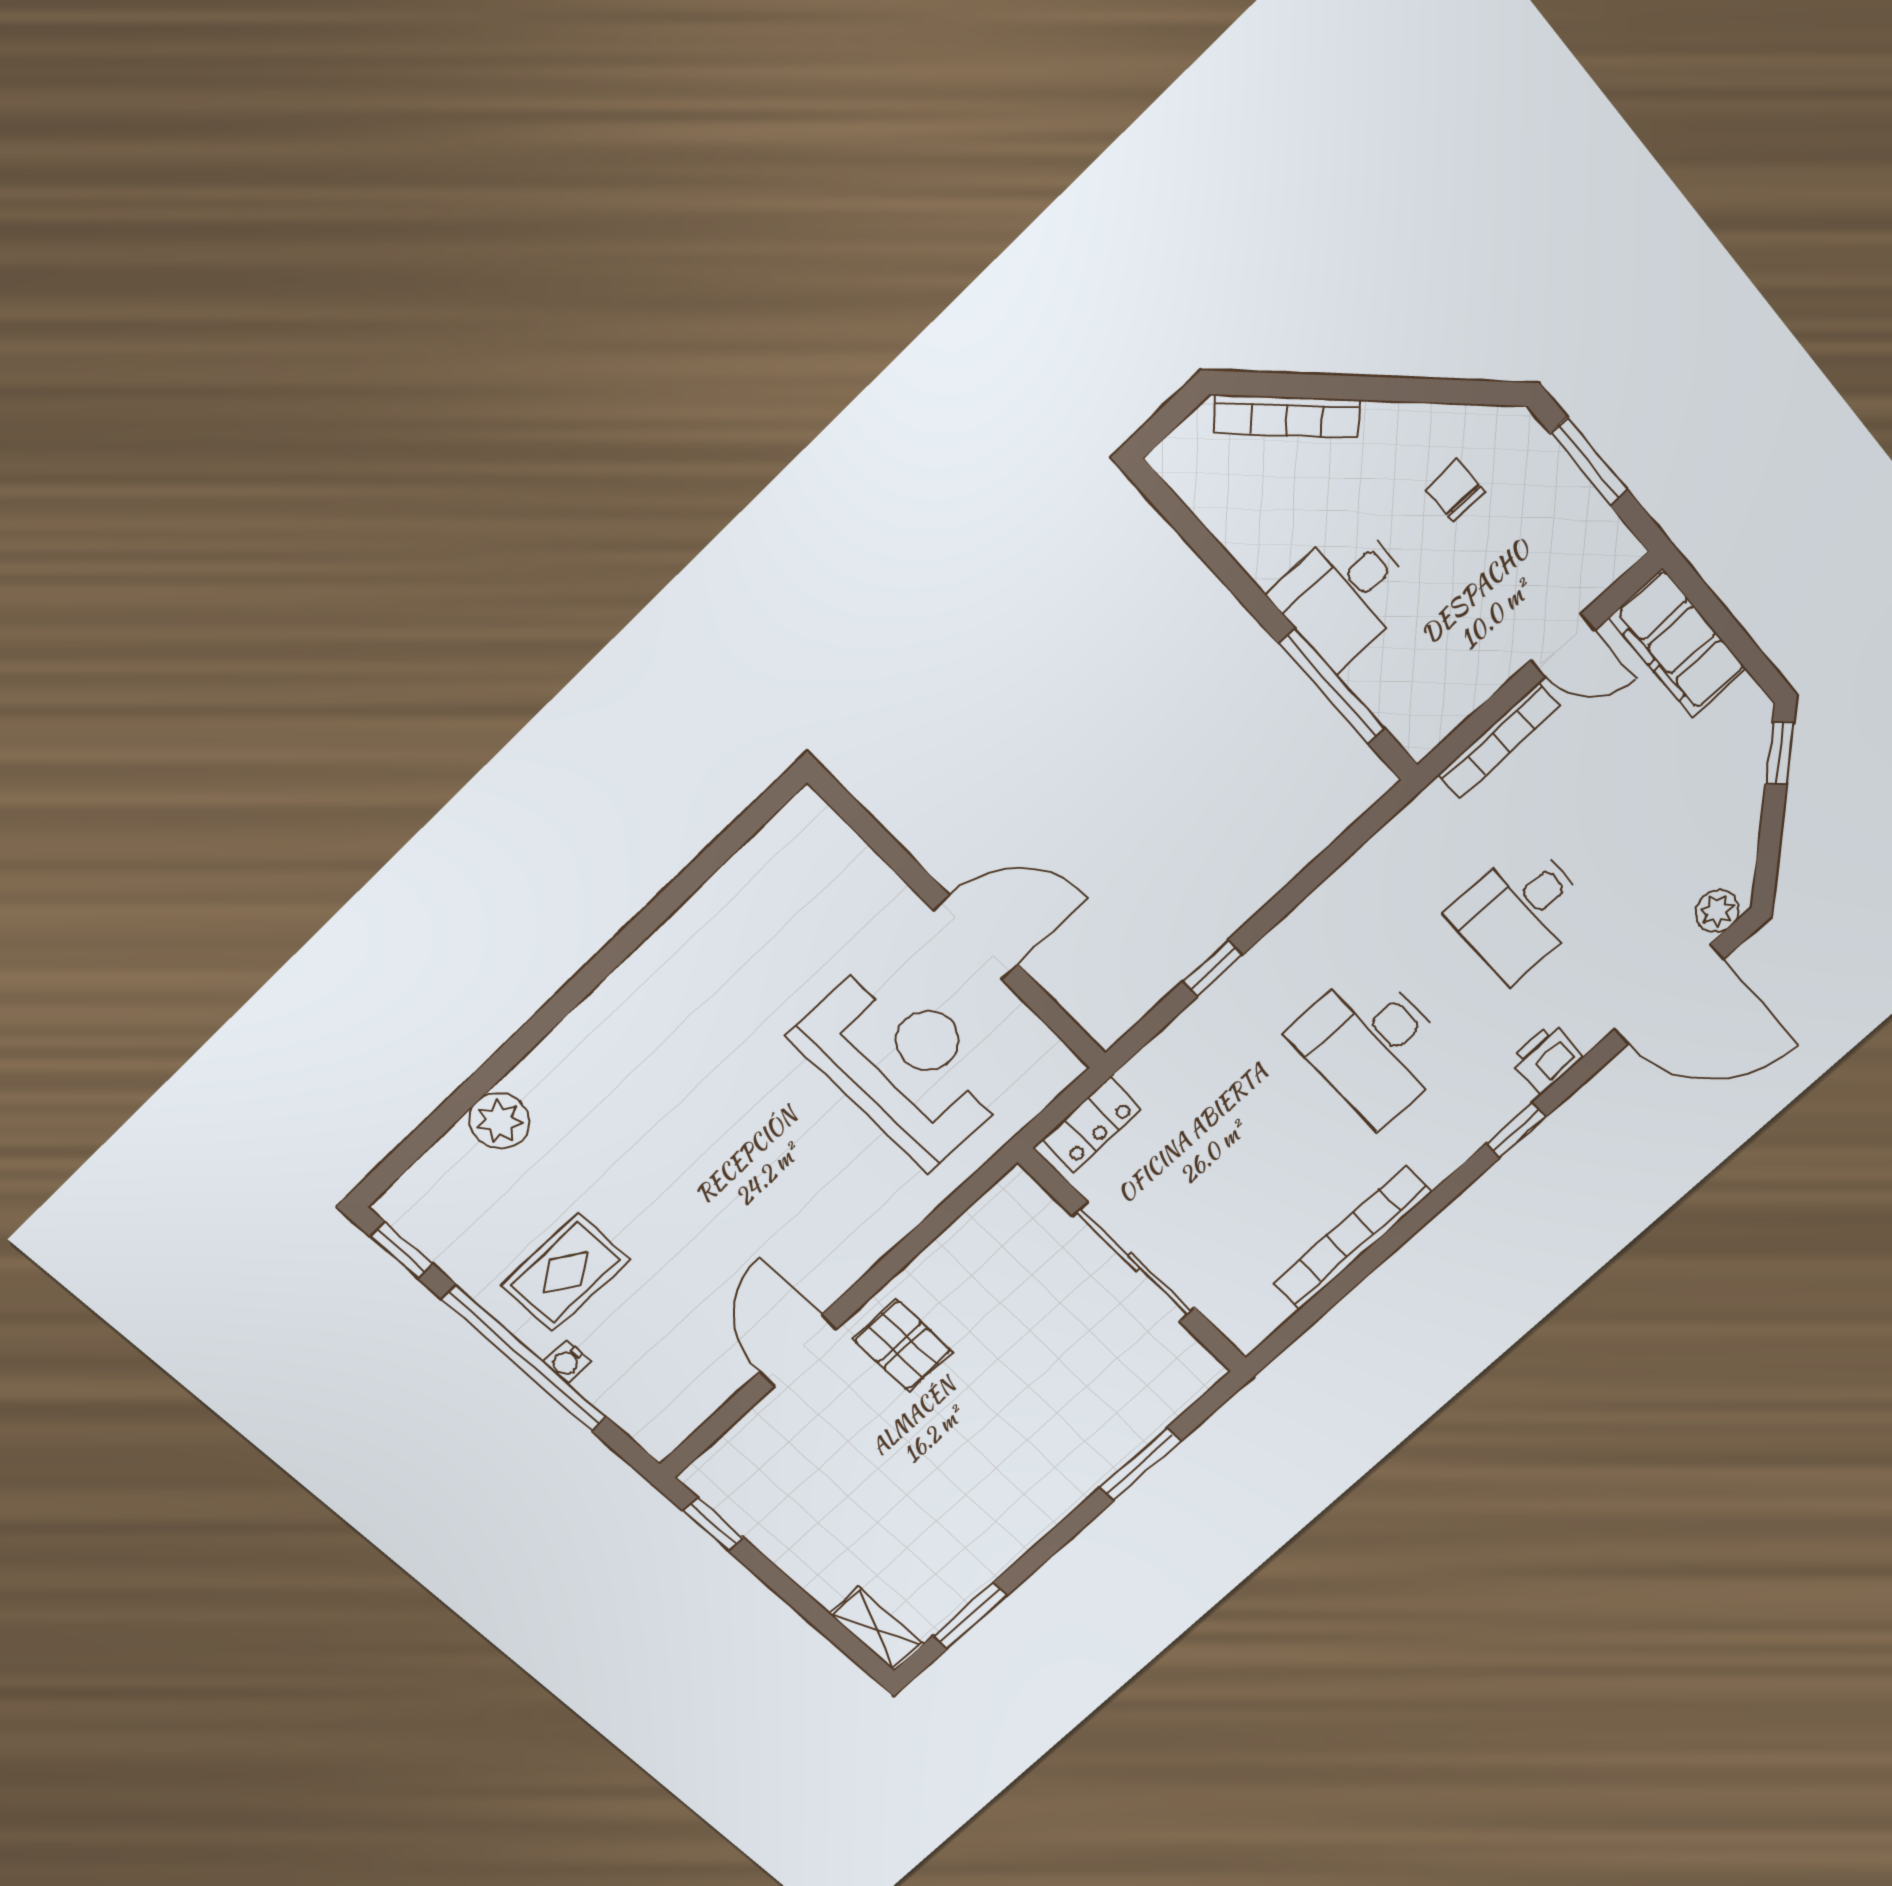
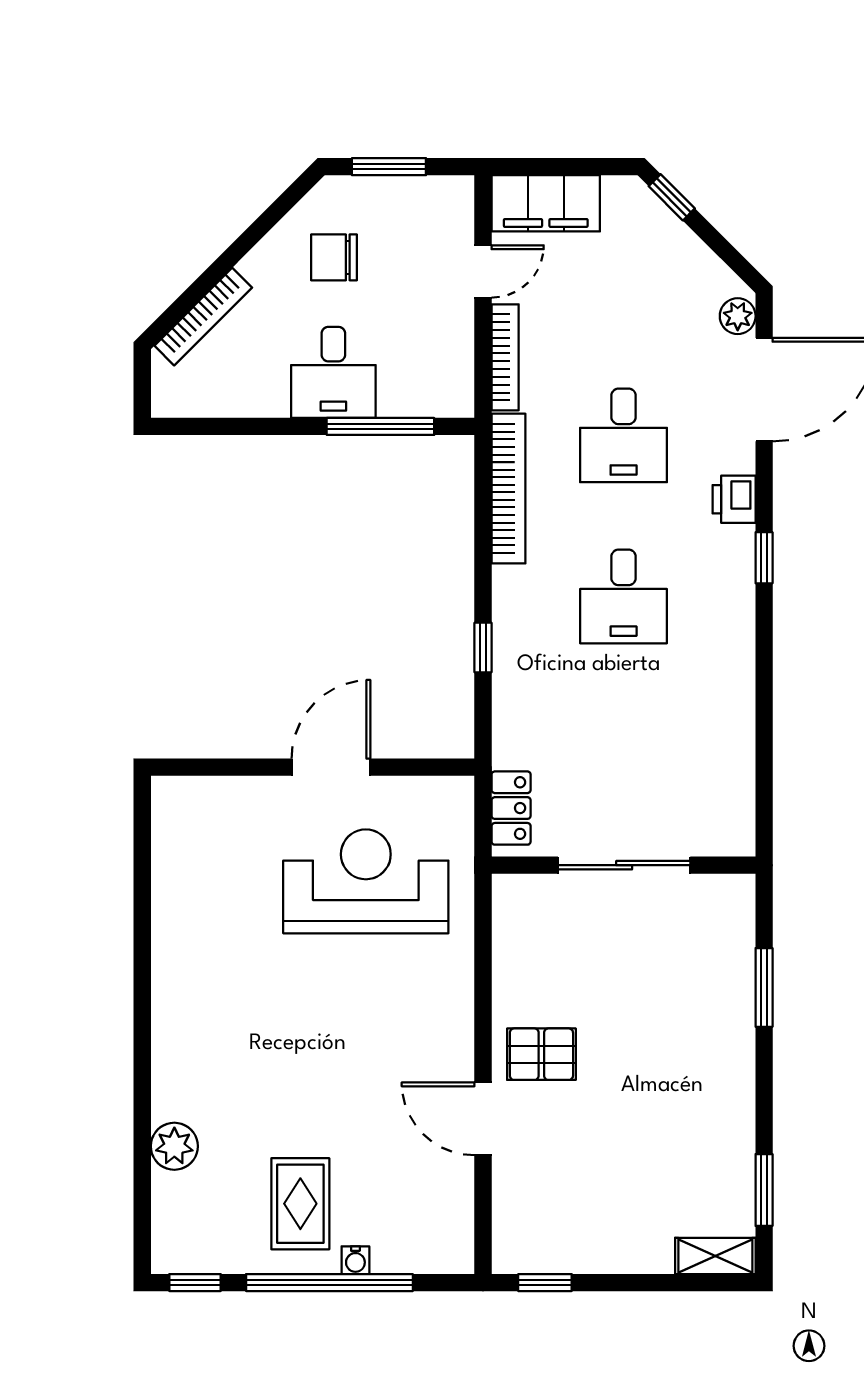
chair: (1455, 491) -> (334, 257), width x1.37, depth x1.37
desk: (1372, 1045) -> (624, 596), width x0.73
bookcase: (1353, 1238) -> (509, 489), moved, turned 180

